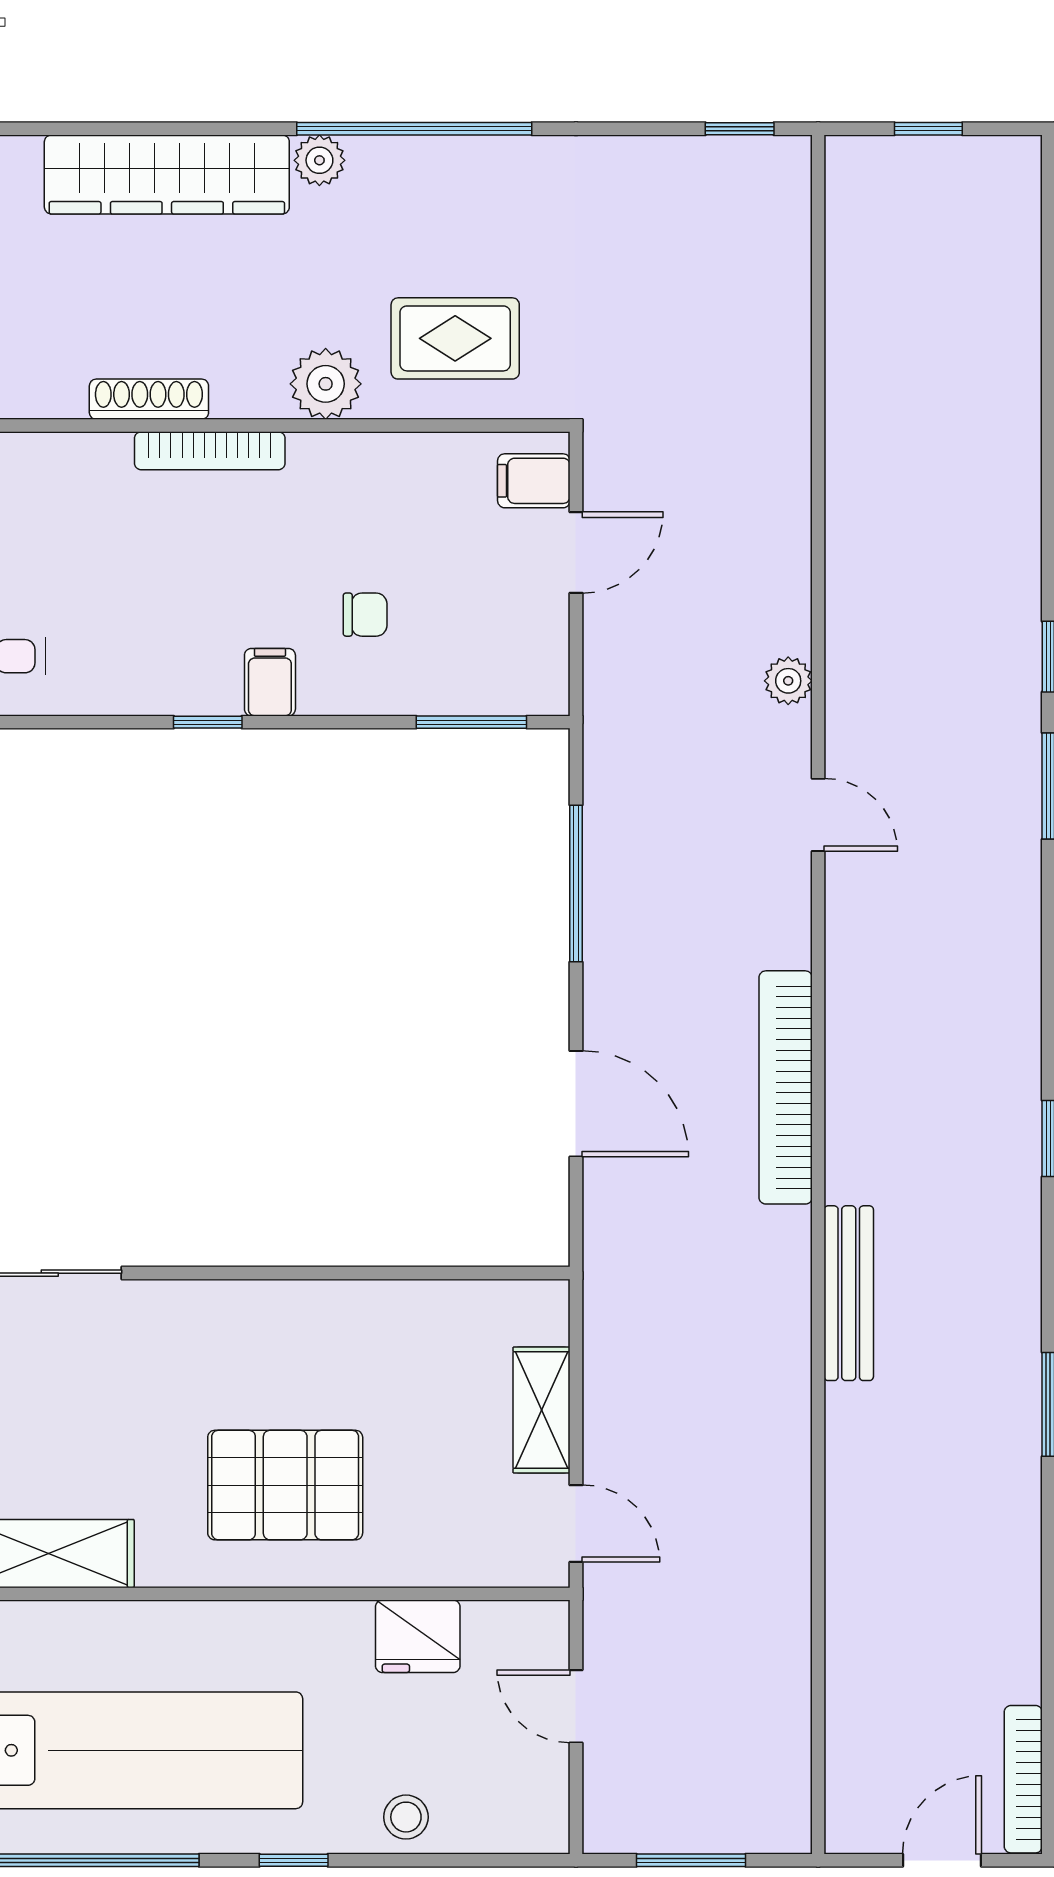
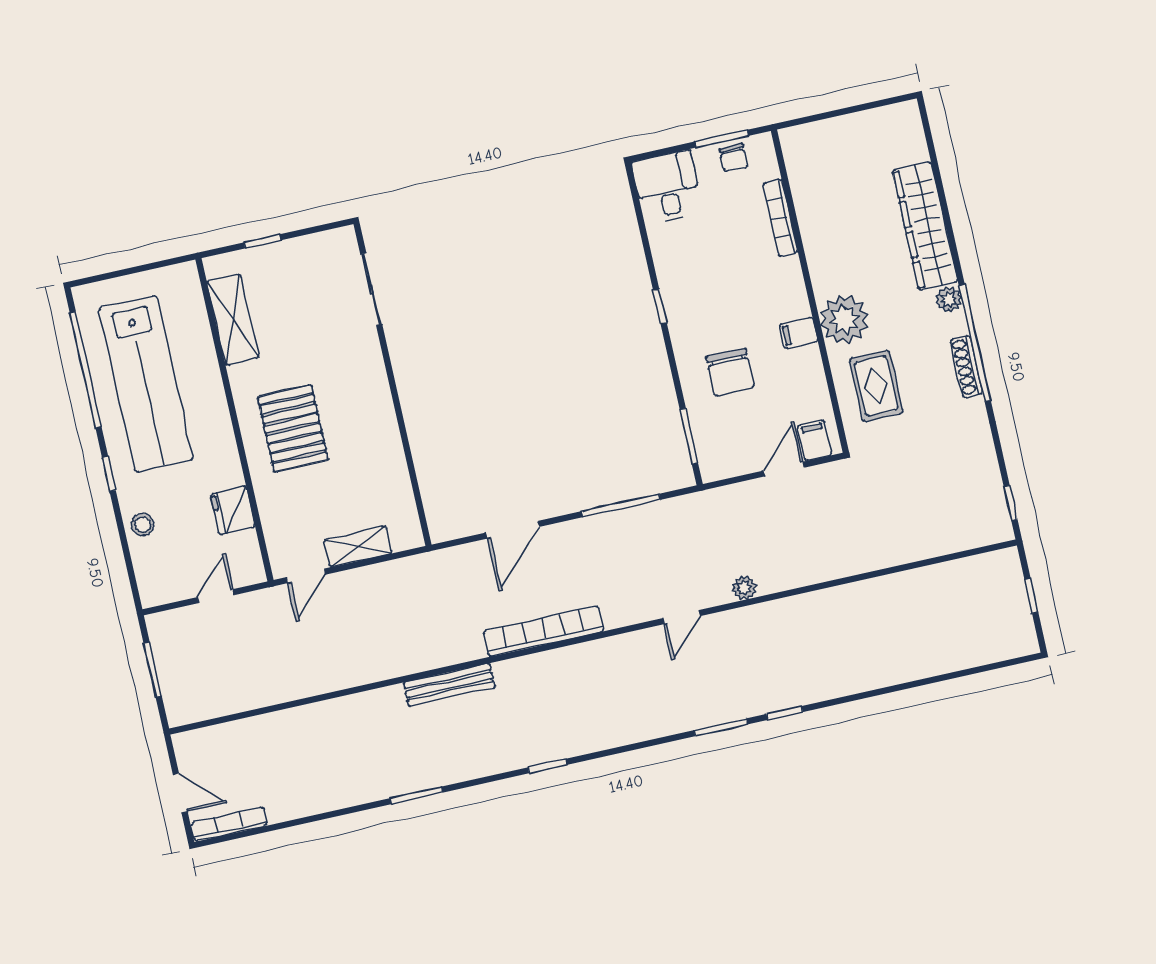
plant: (326, 384) -> (844, 319), width x1.36, depth x1.36
shoe rack: (149, 399) -> (966, 367), moved, turned 180
bookcase: (210, 451) -> (780, 218), moved
door: (576, 553) -> (784, 469), swing flipped
chair: (365, 615) -> (730, 372), width x1.87, depth x1.87
filing cabinet: (270, 682) -> (799, 333), moved, turned 180

